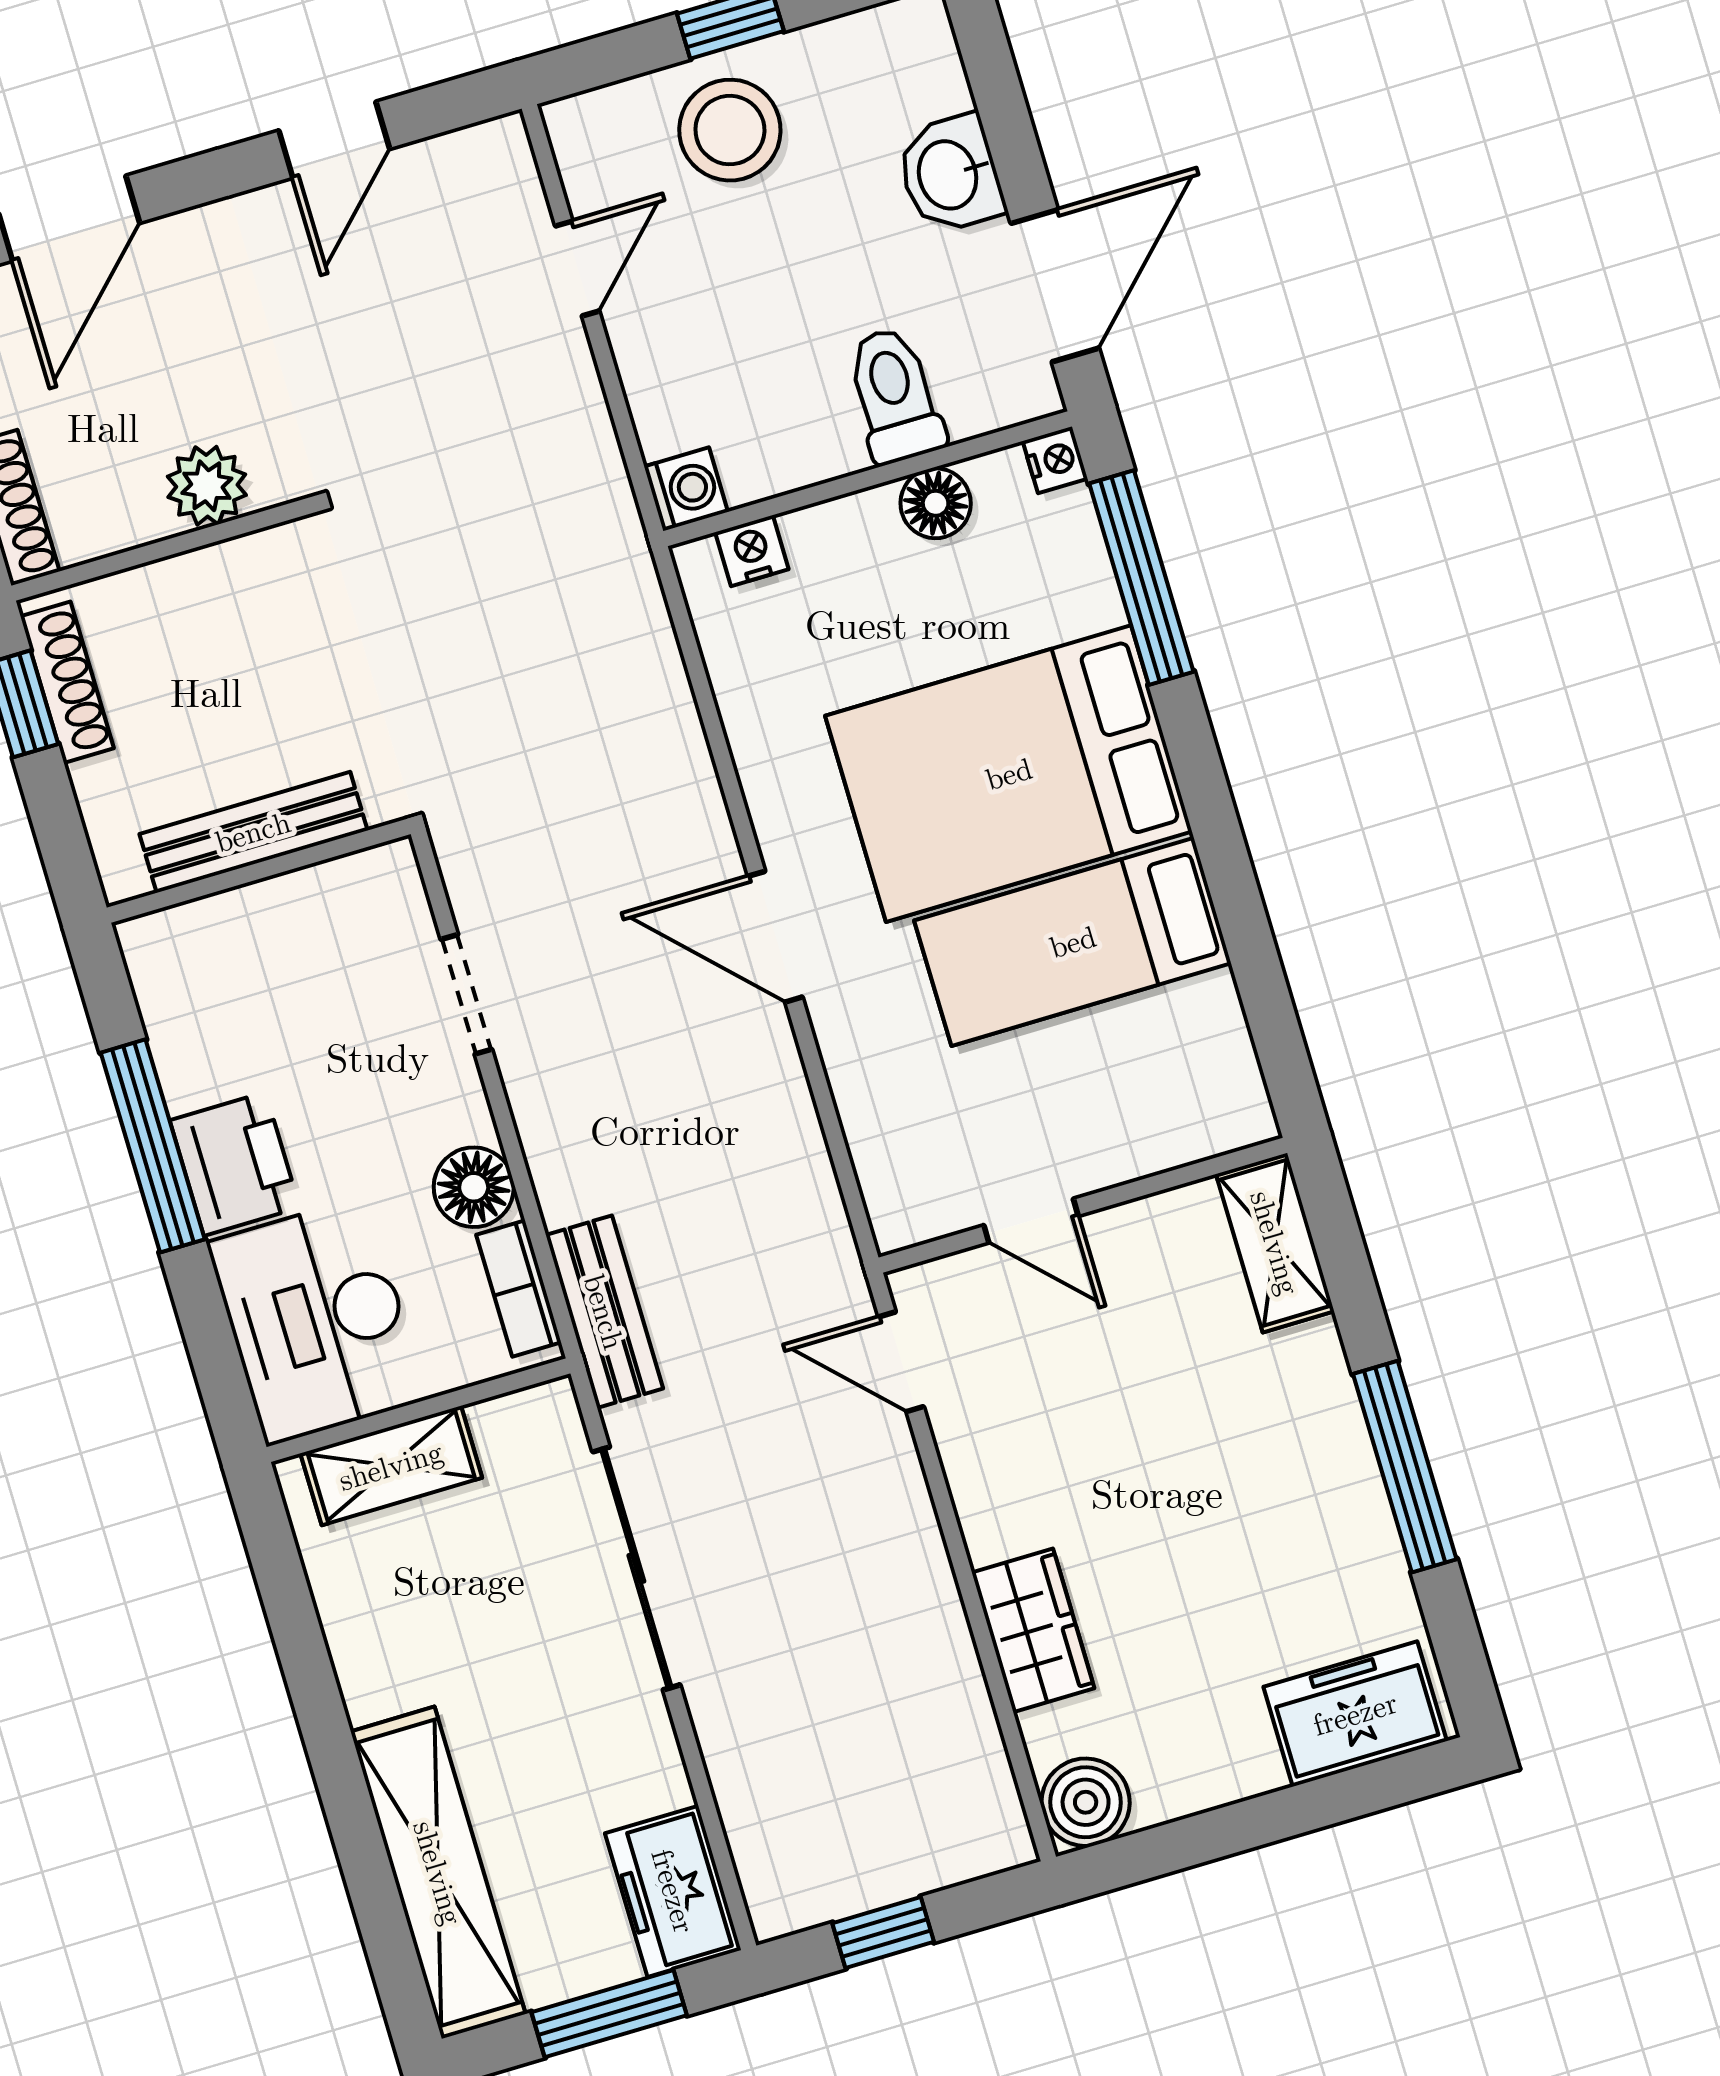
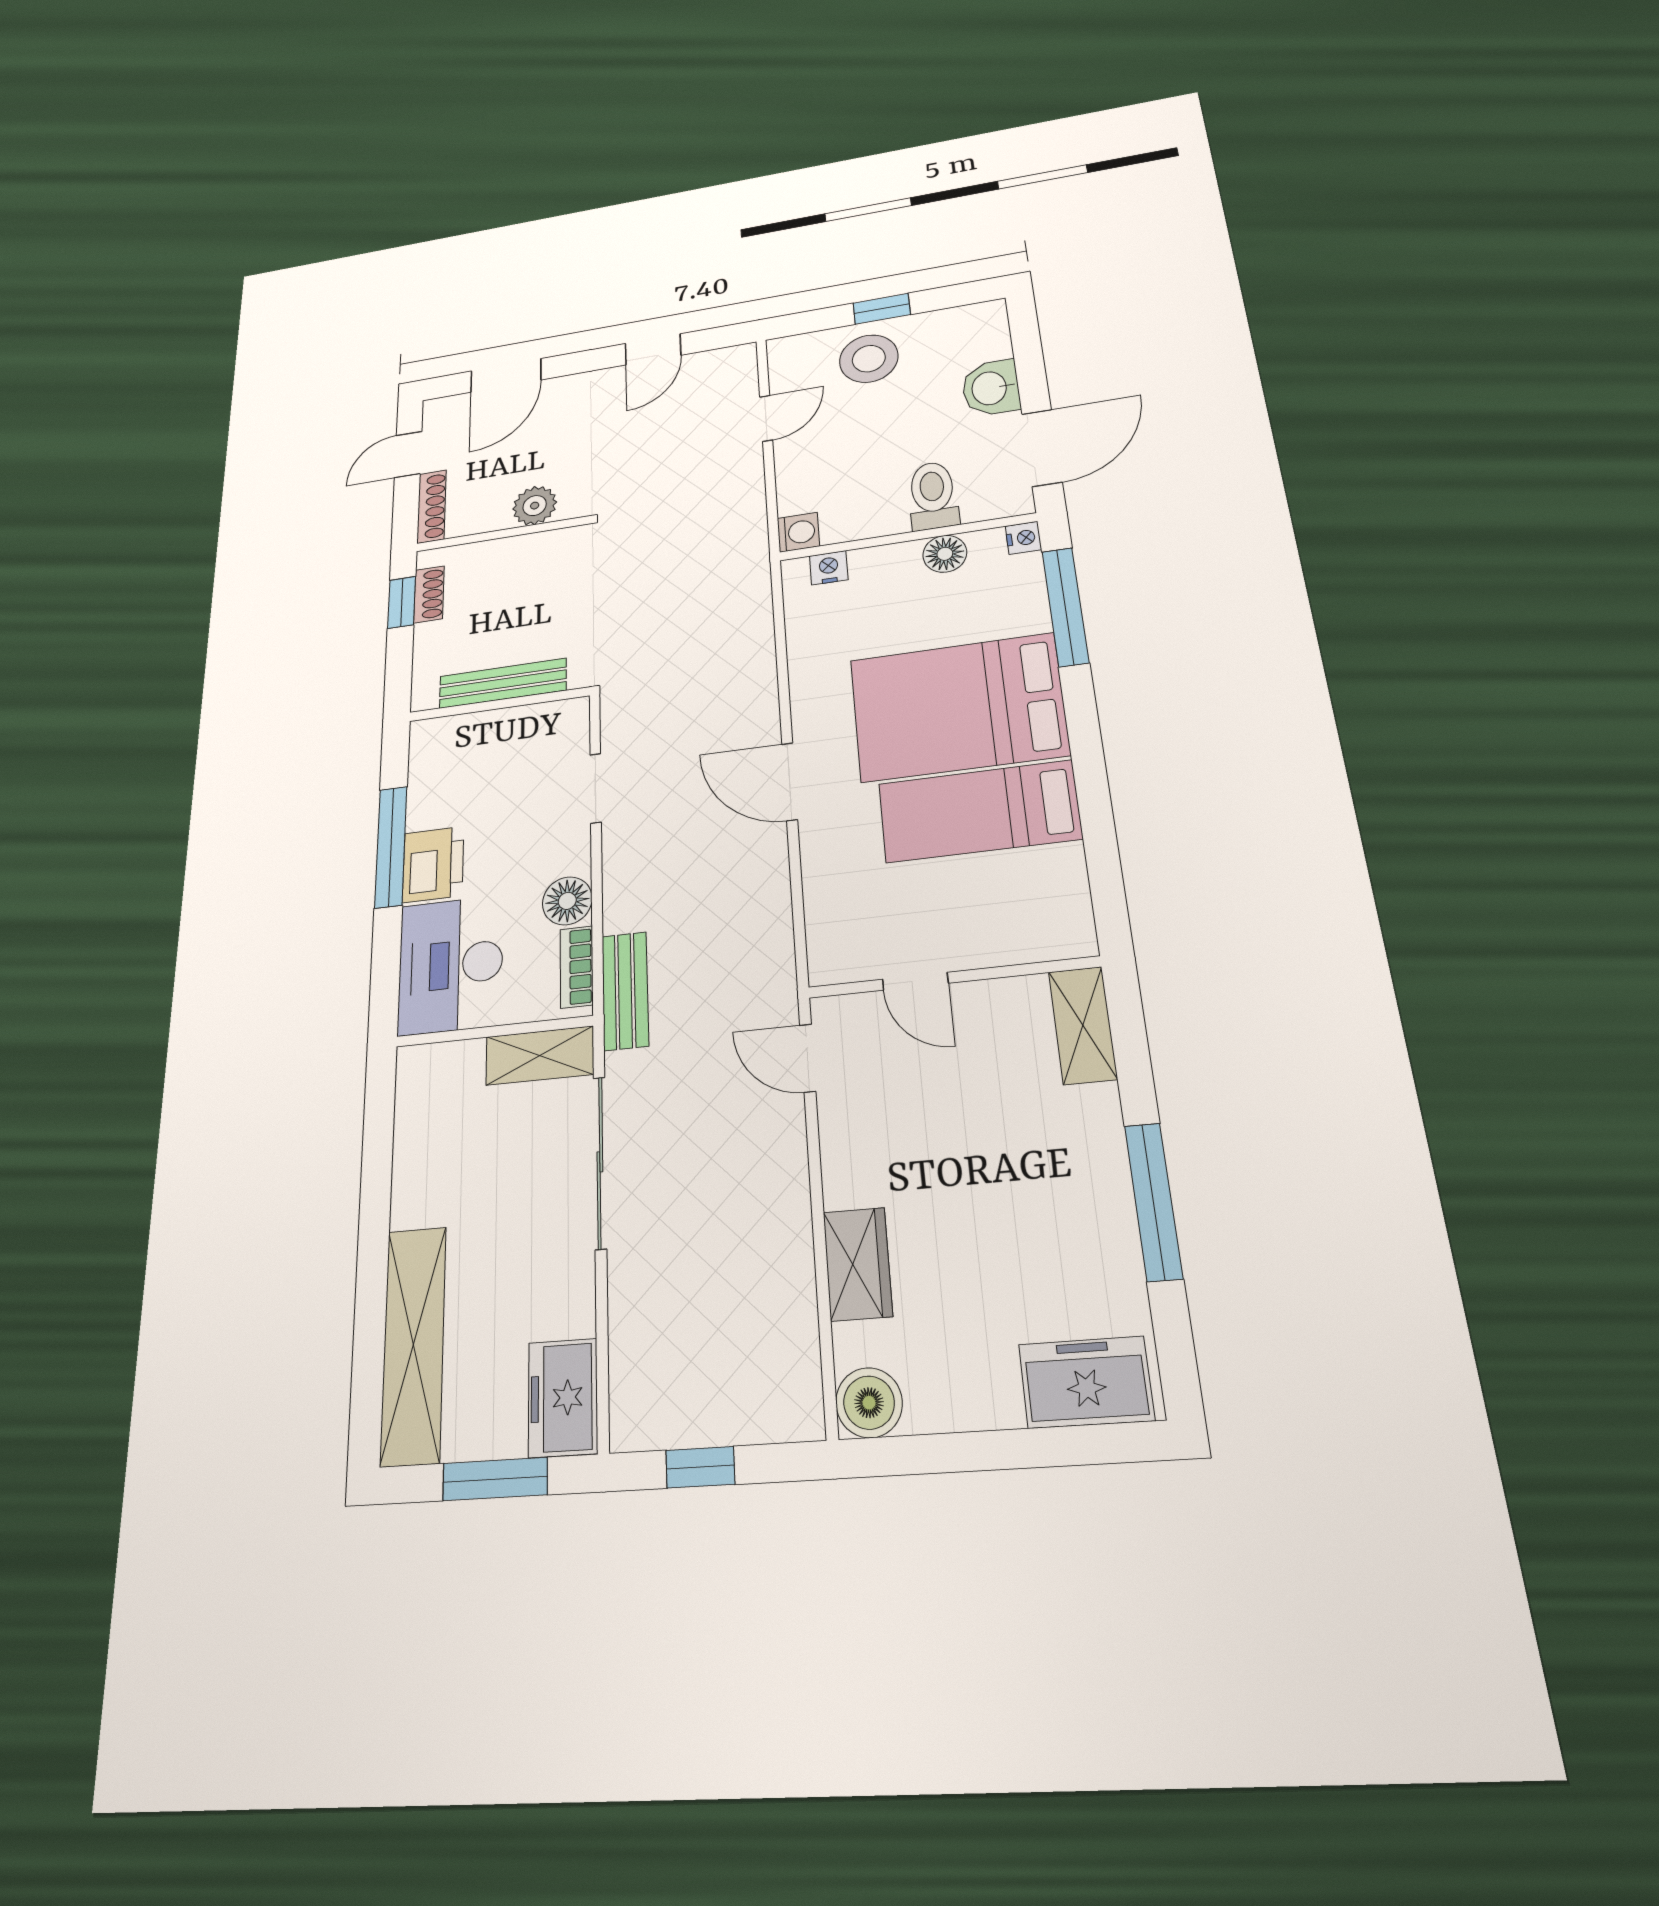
shoe rack: (67, 682) -> (429, 594), width x0.70
shelving: (391, 1466) -> (540, 1056), moved

